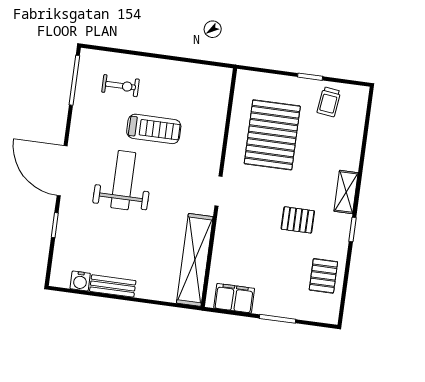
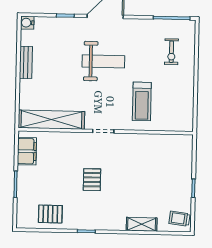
trolley: (329, 102) -> (179, 219), moved
treadmill: (154, 129) -> (142, 101), moved
pallet: (272, 135) -> (148, 166), removed
shelving: (346, 192) -> (142, 224), moved
pallet: (298, 220) -> (92, 180), moved
water cooler: (80, 281) -> (27, 23), moved

